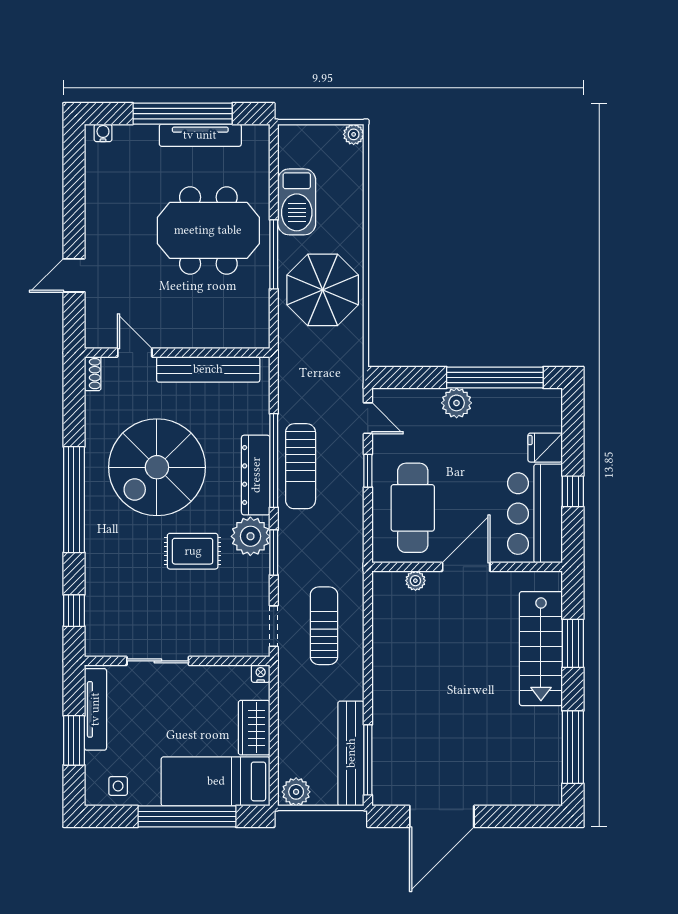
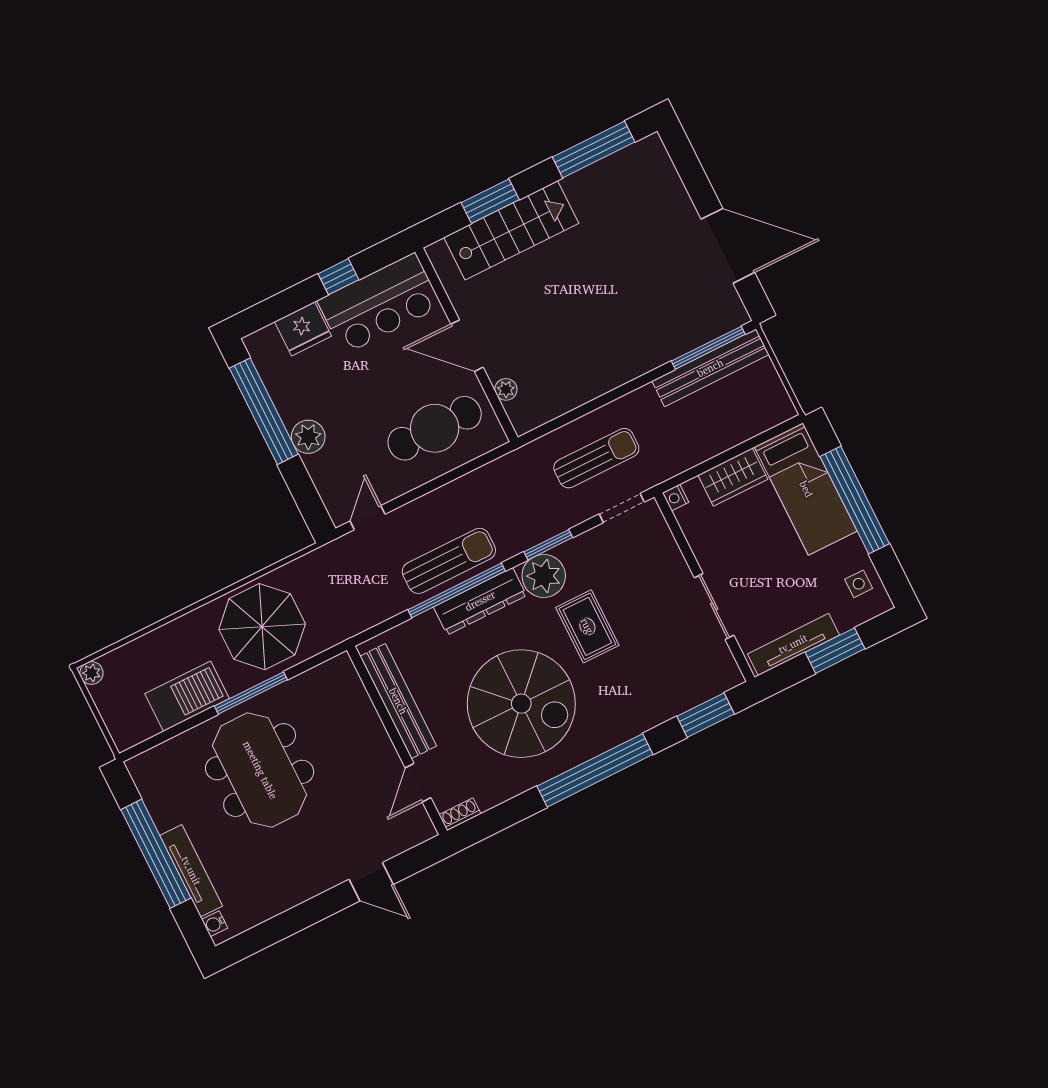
tv unit: (200, 135) -> (191, 871), moved
fridge: (545, 448) -> (303, 329), width x1.38
window: (368, 471) -> (420, 491), removed
window: (74, 611) -> (706, 715), width x1.50
sun lounger: (324, 626) -> (596, 458), turned 180
plant: (296, 792) -> (776, 403), removed

